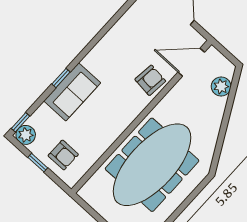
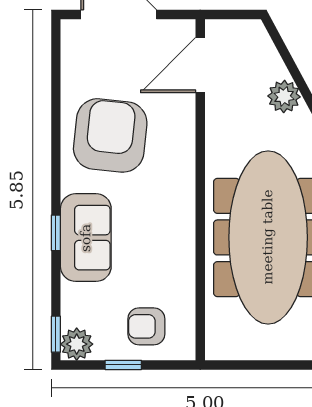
armchair: (150, 80) -> (110, 135), moved, width x1.88, depth x1.88
plant: (221, 87) -> (284, 96), moved
armchair: (63, 155) -> (146, 326), turned 180

